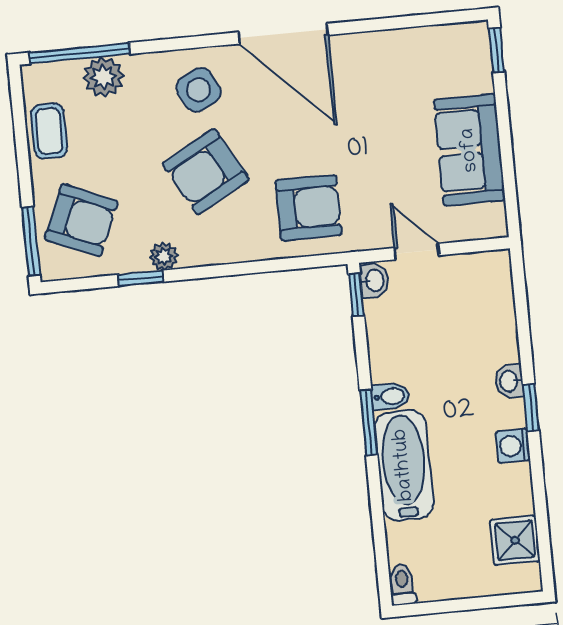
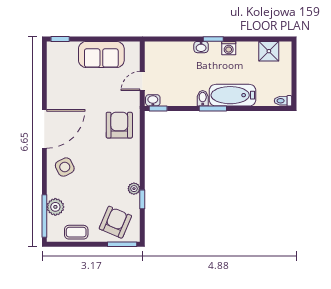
armchair: (206, 172) -> (100, 167), removed

